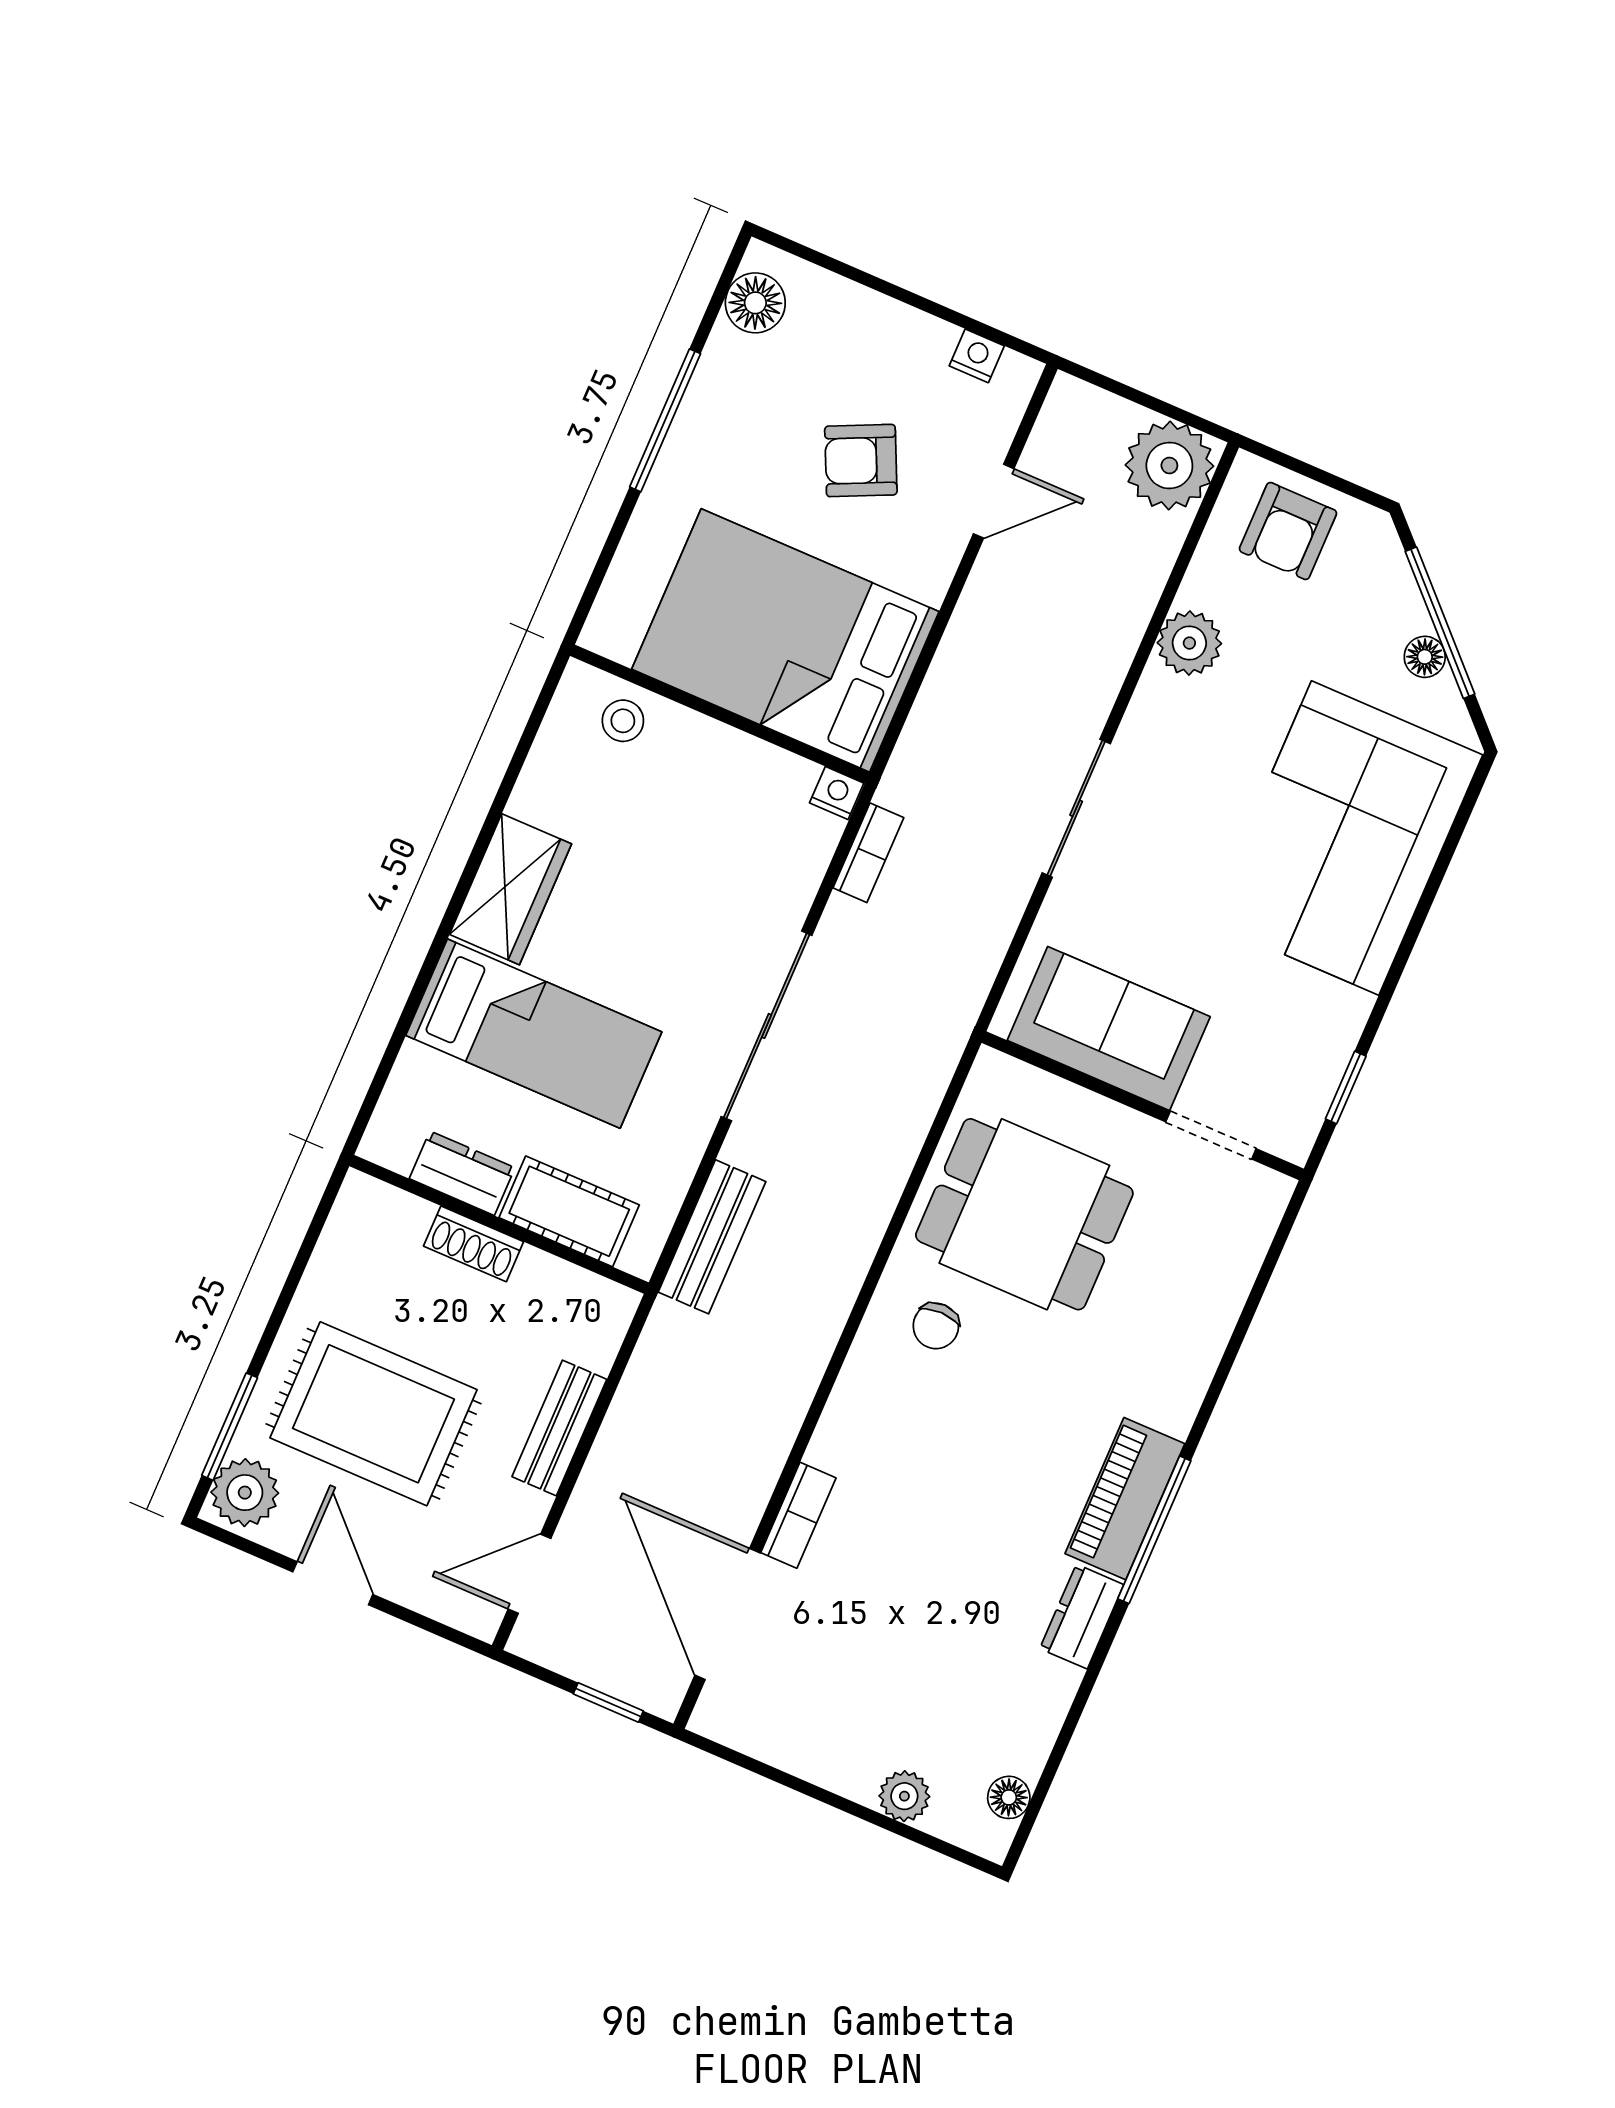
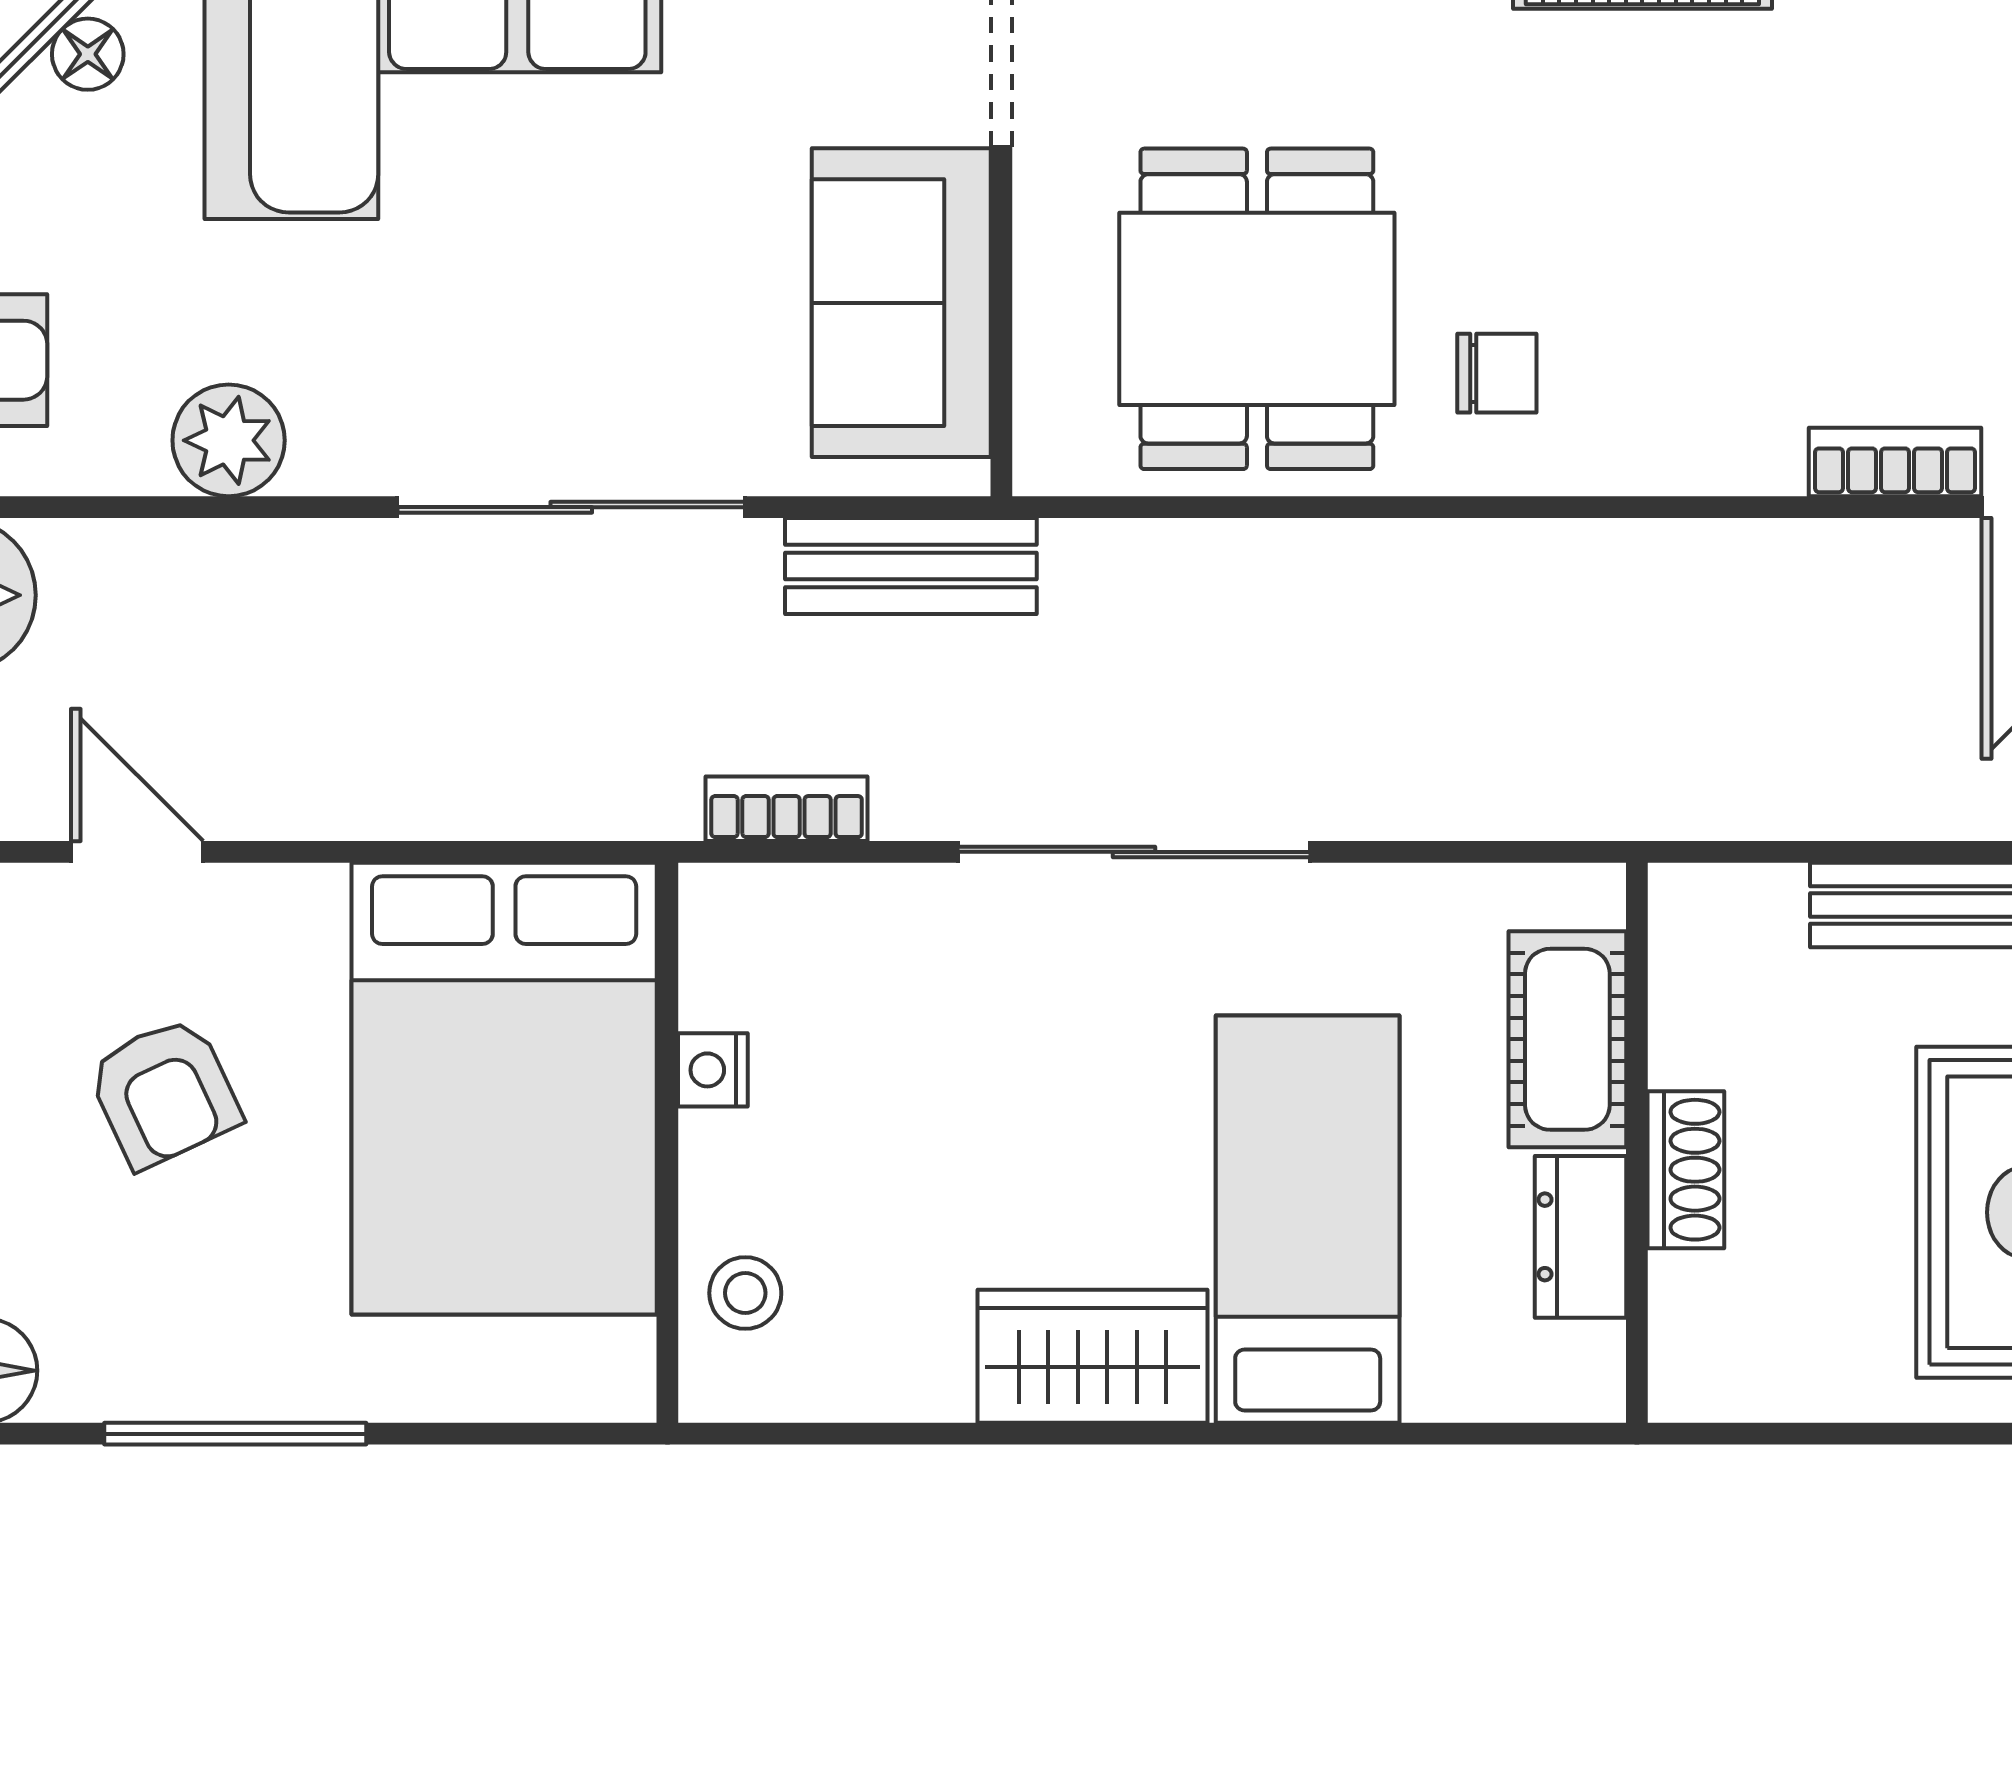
nightstand: (837, 793) -> (713, 1070), moved
sliding door: (1076, 808) -> (571, 507), width x1.37
bench: (712, 1237) -> (911, 566), moved

